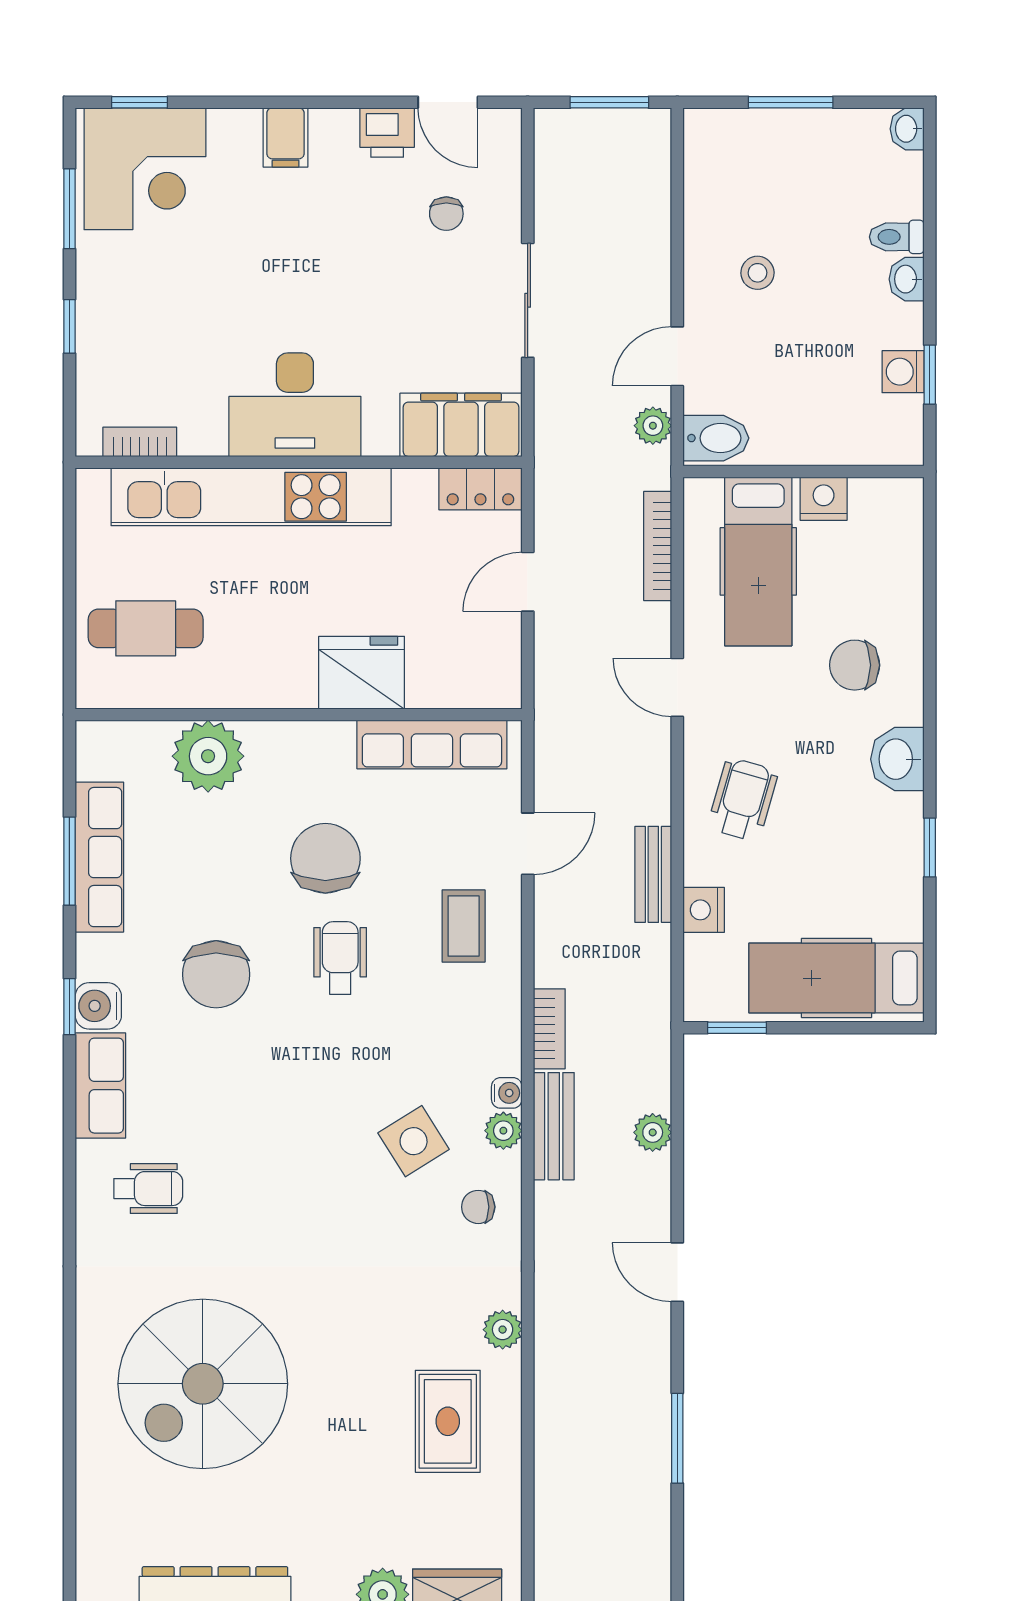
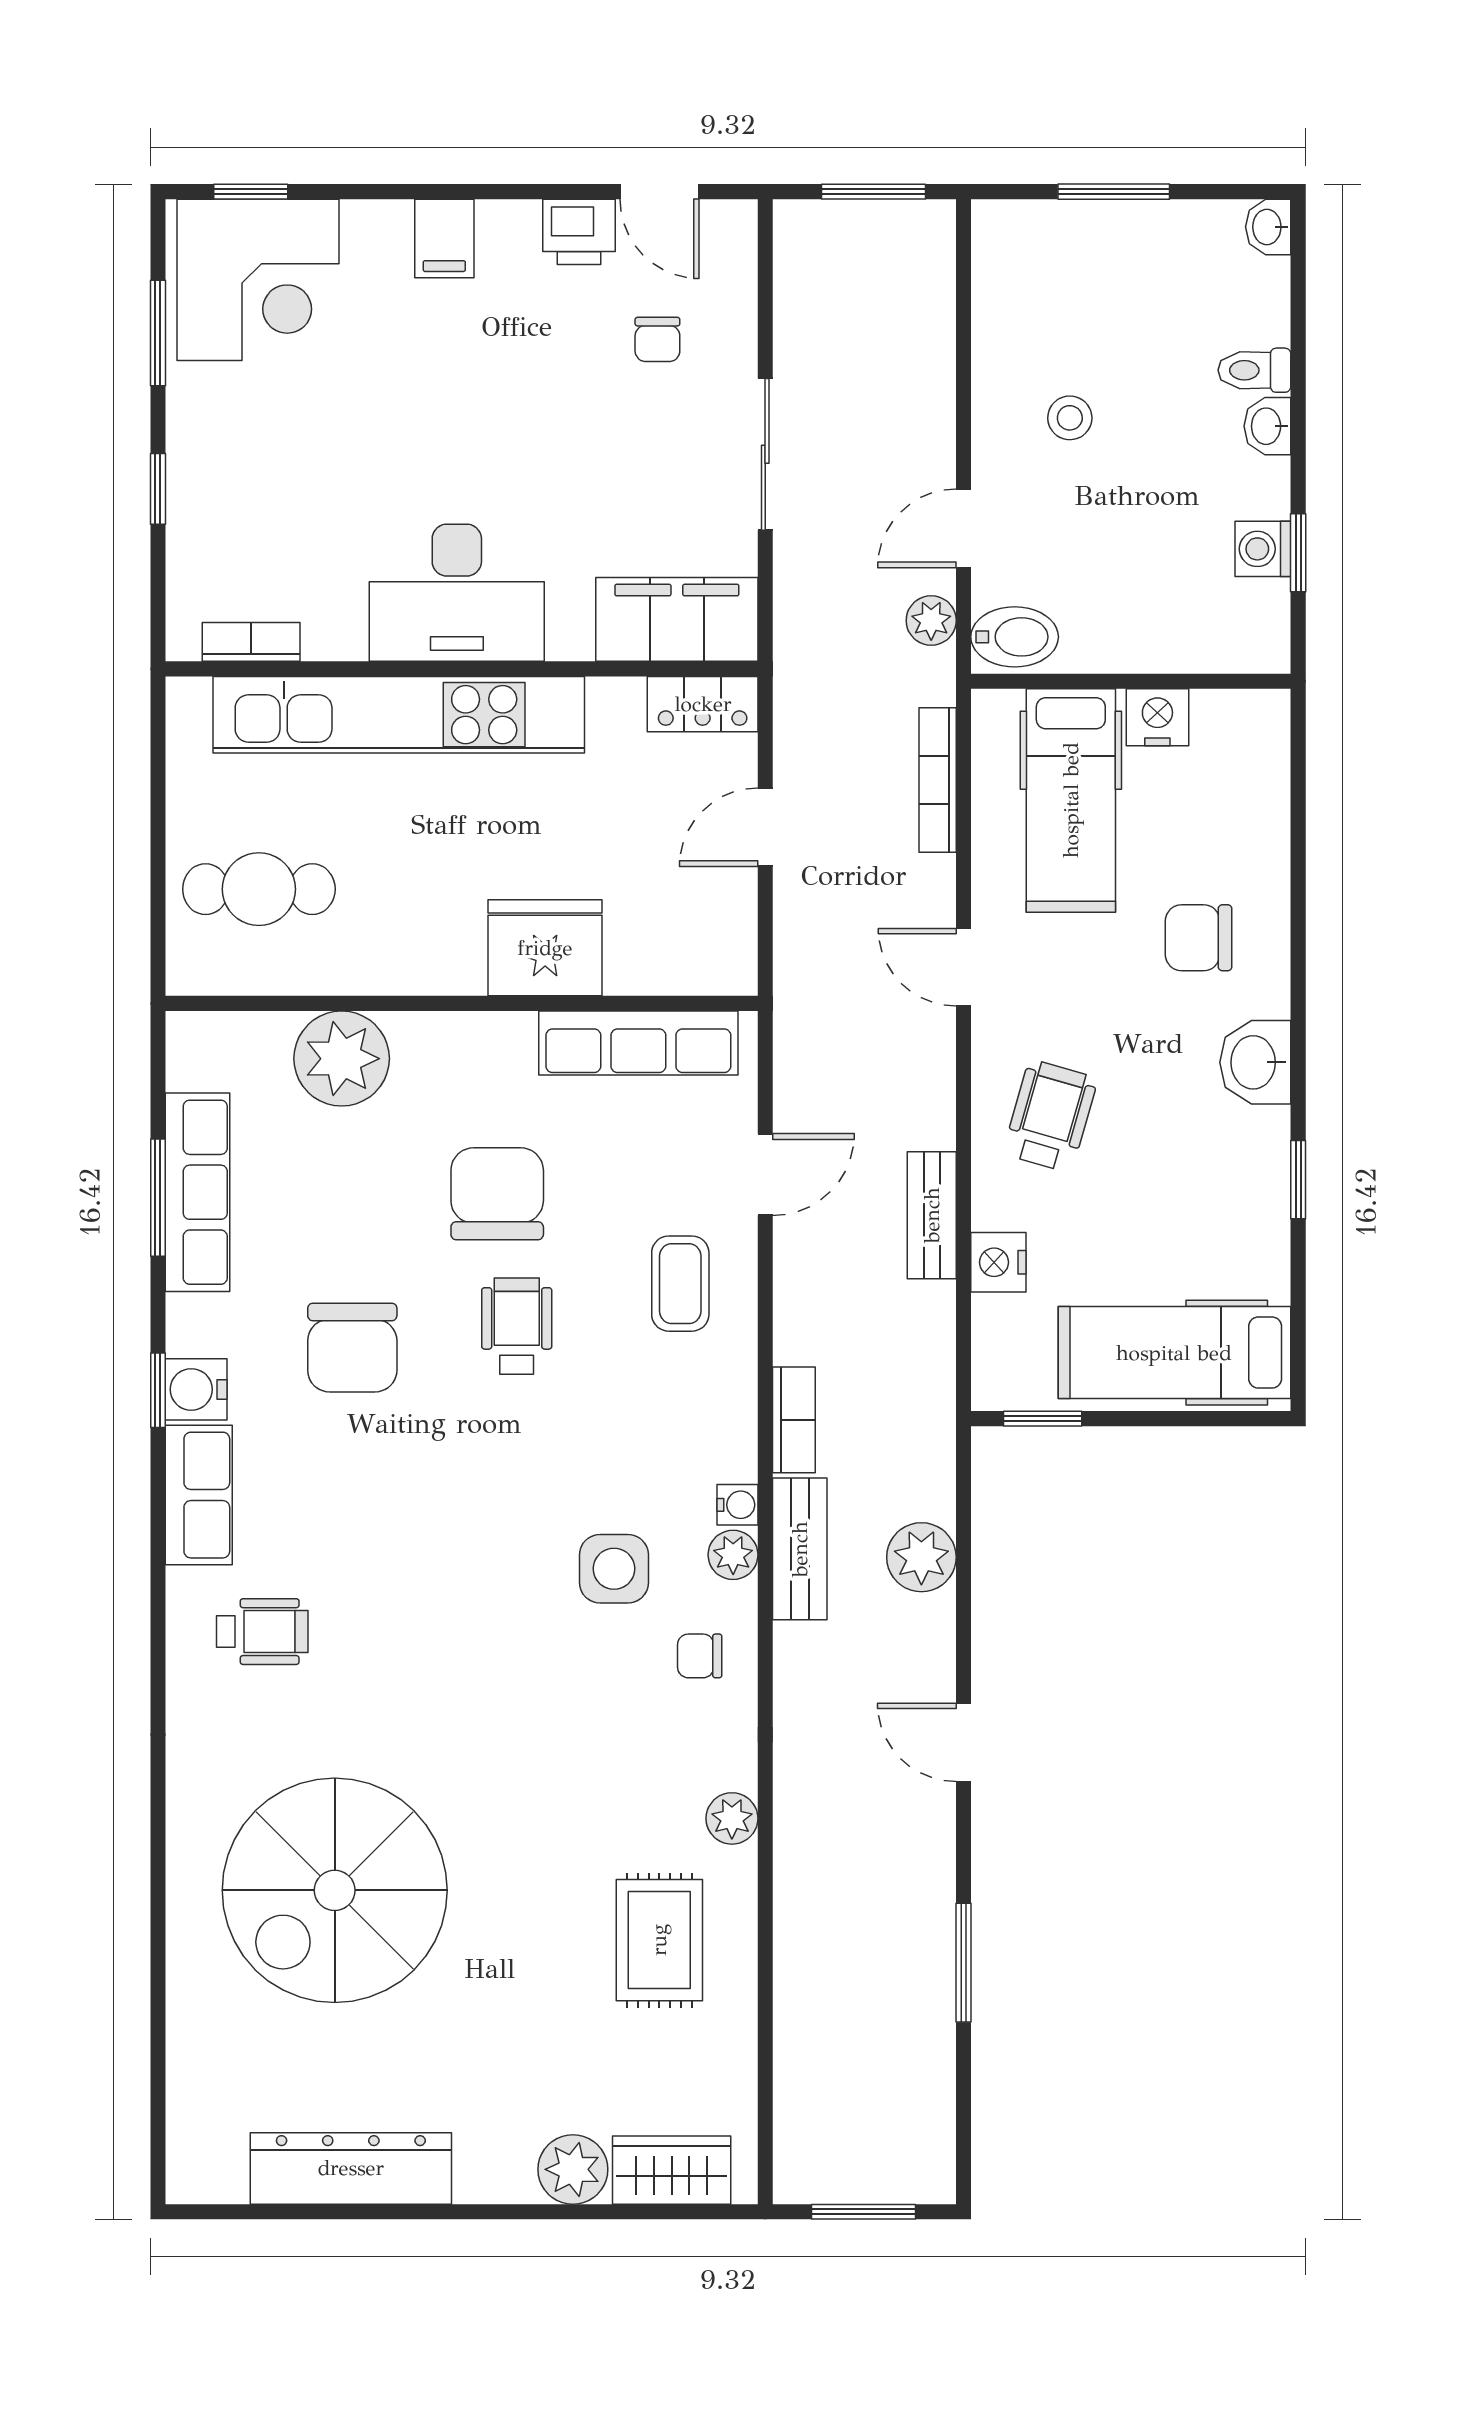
plant: (653, 1132) -> (921, 1557), width x1.38, depth x1.38
side table: (414, 1141) -> (614, 1569), turned 32

